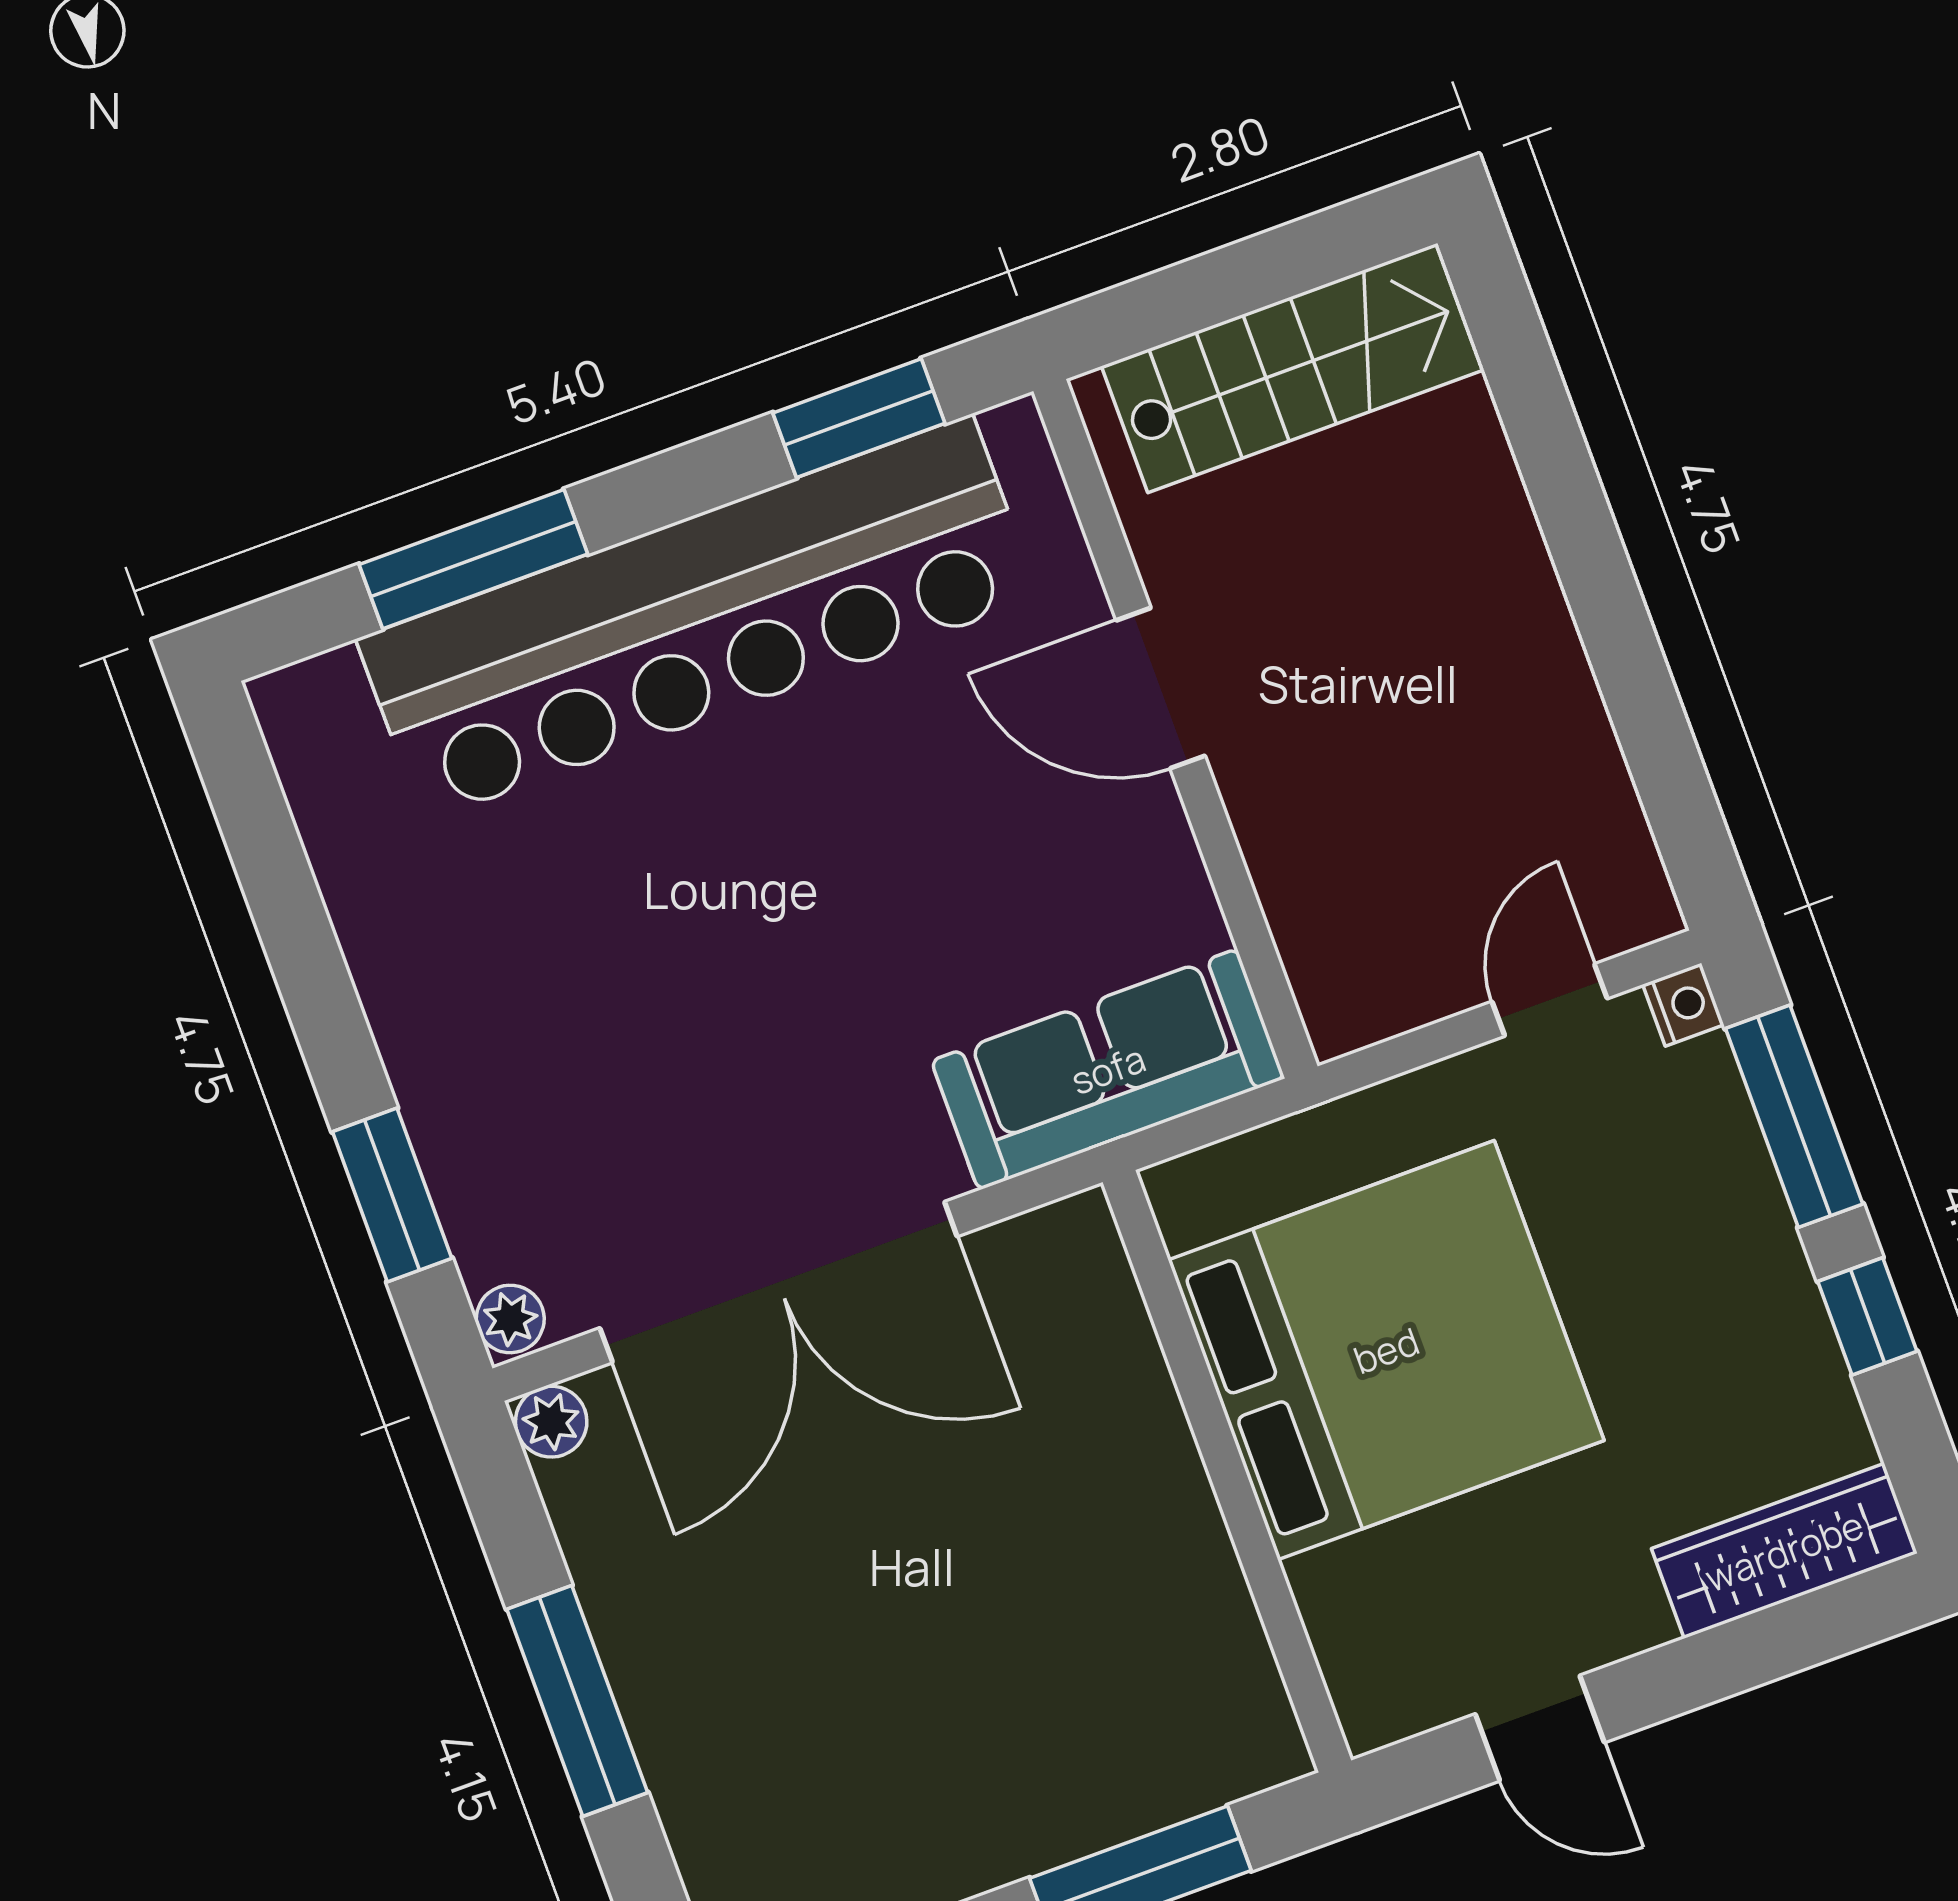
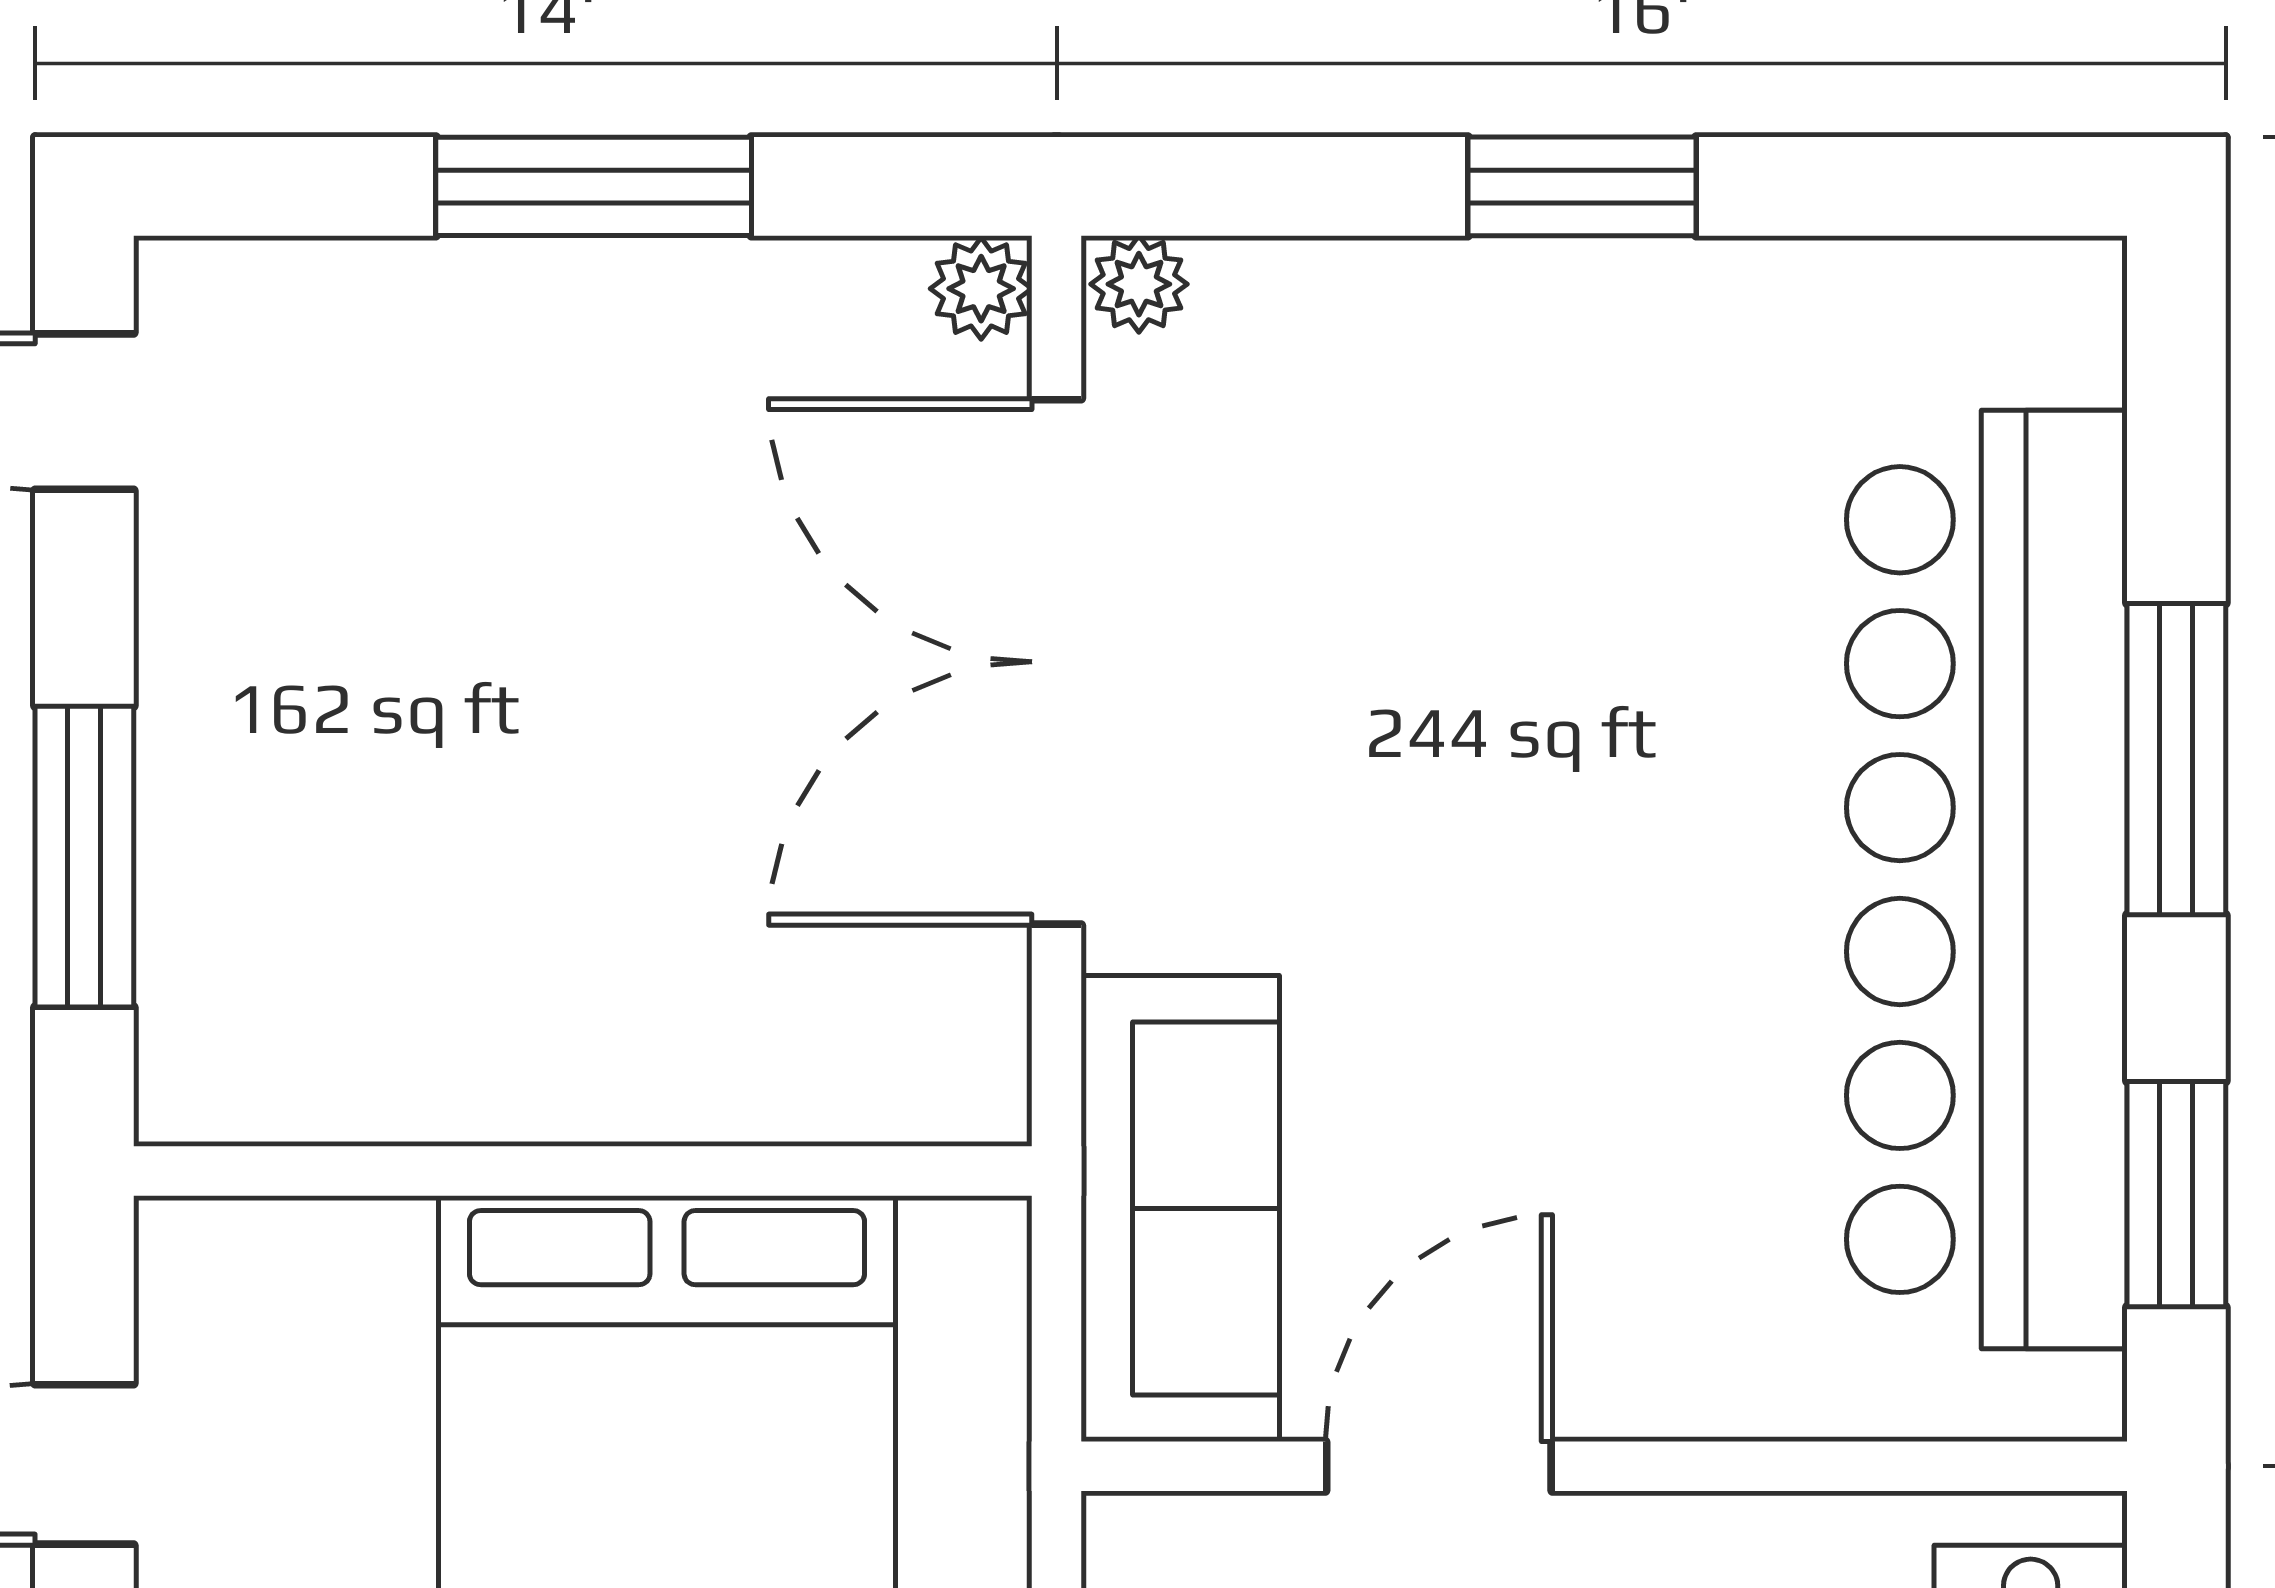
window: (473, 559) -> (2176, 759), moved
door: (1161, 688) -> (1439, 1466), moved
window: (392, 1195) -> (1582, 186), moved

